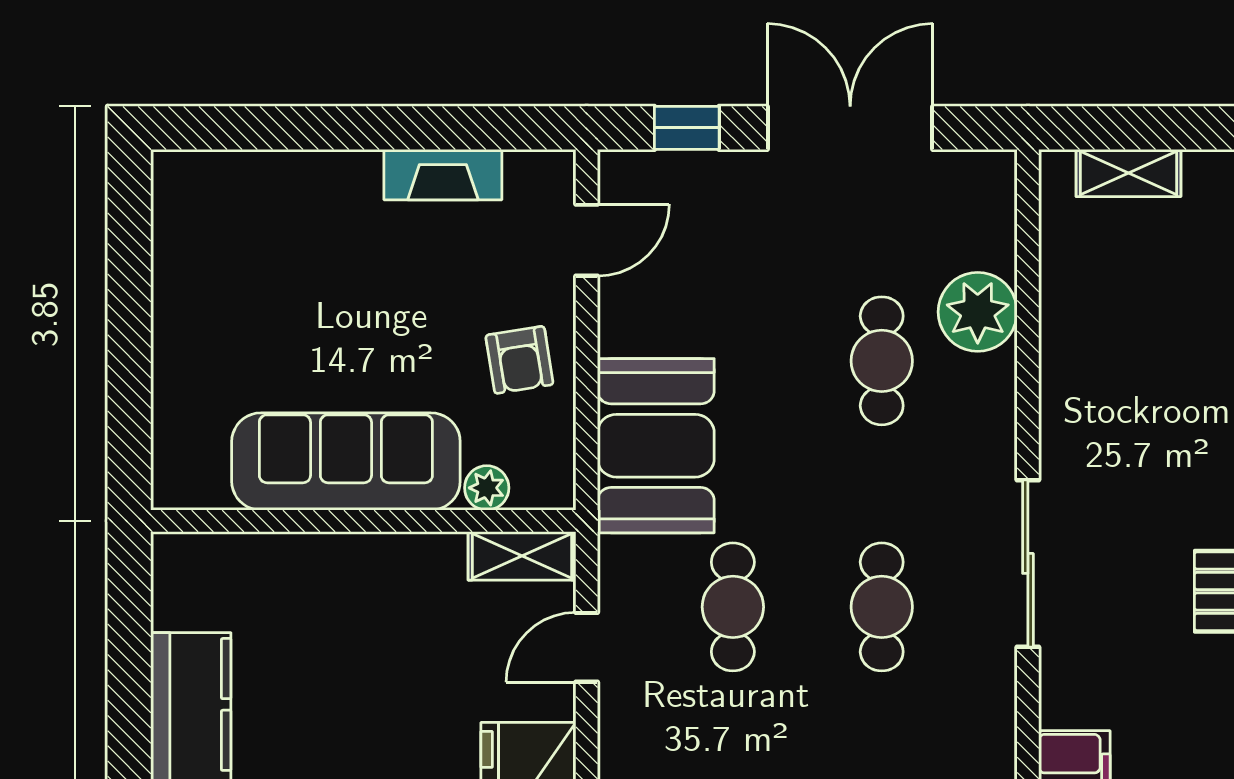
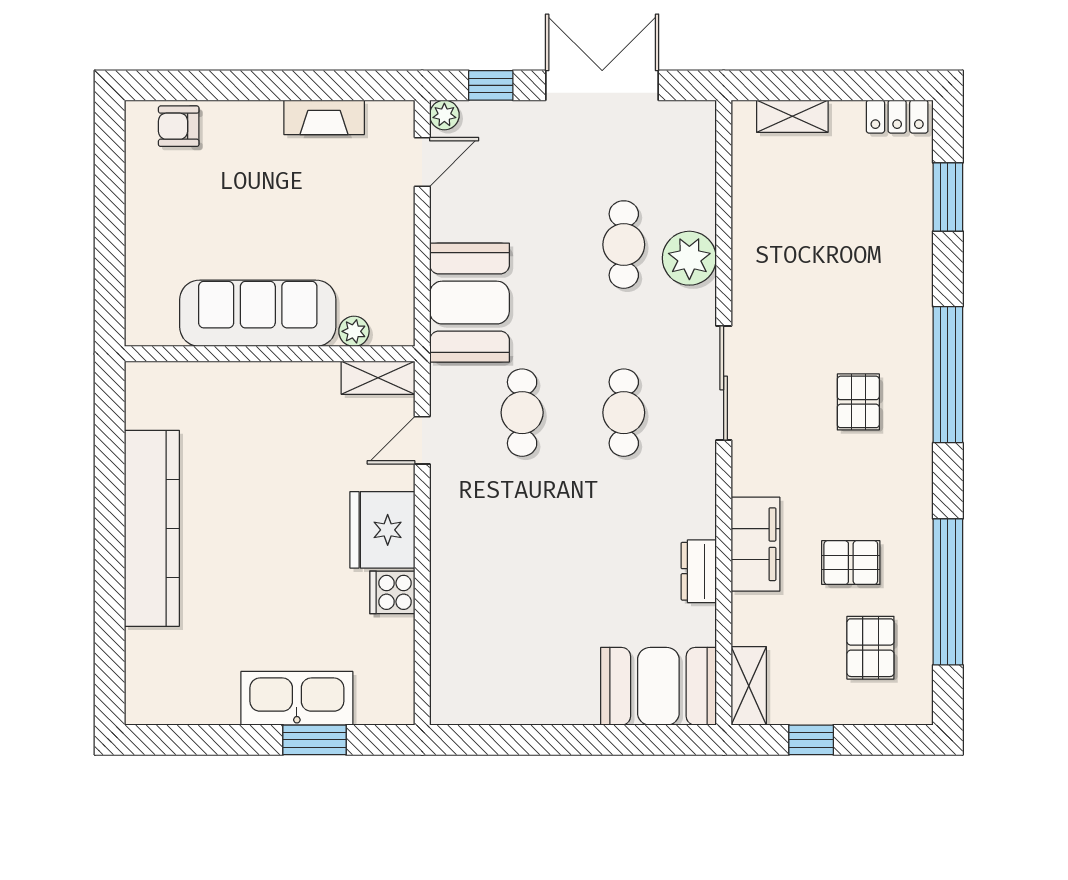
plant: (619, 171) -> (444, 115), added
plant: (978, 312) -> (689, 258), moved
armchair: (519, 360) -> (179, 126), moved, turned 99

